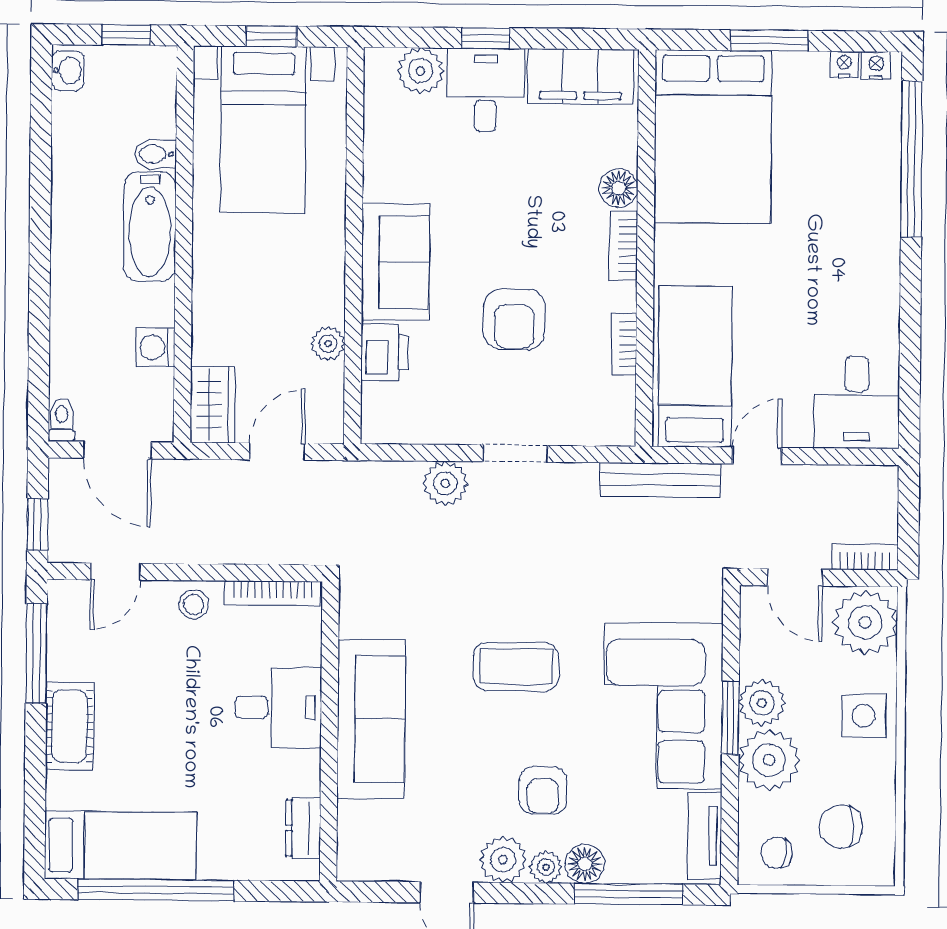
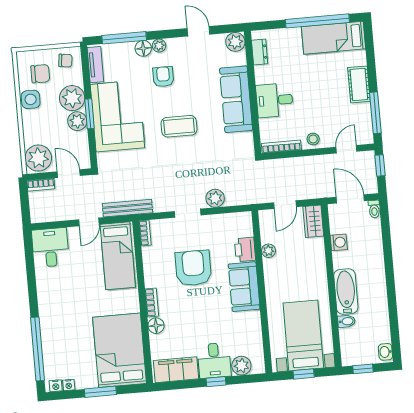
armchair: (514, 319) -> (193, 268), width x1.36, depth x1.36
bookcase: (624, 344) -> (145, 233), moved
side table: (864, 716) -> (31, 99), moved
plant: (503, 860) -> (235, 42), moved

